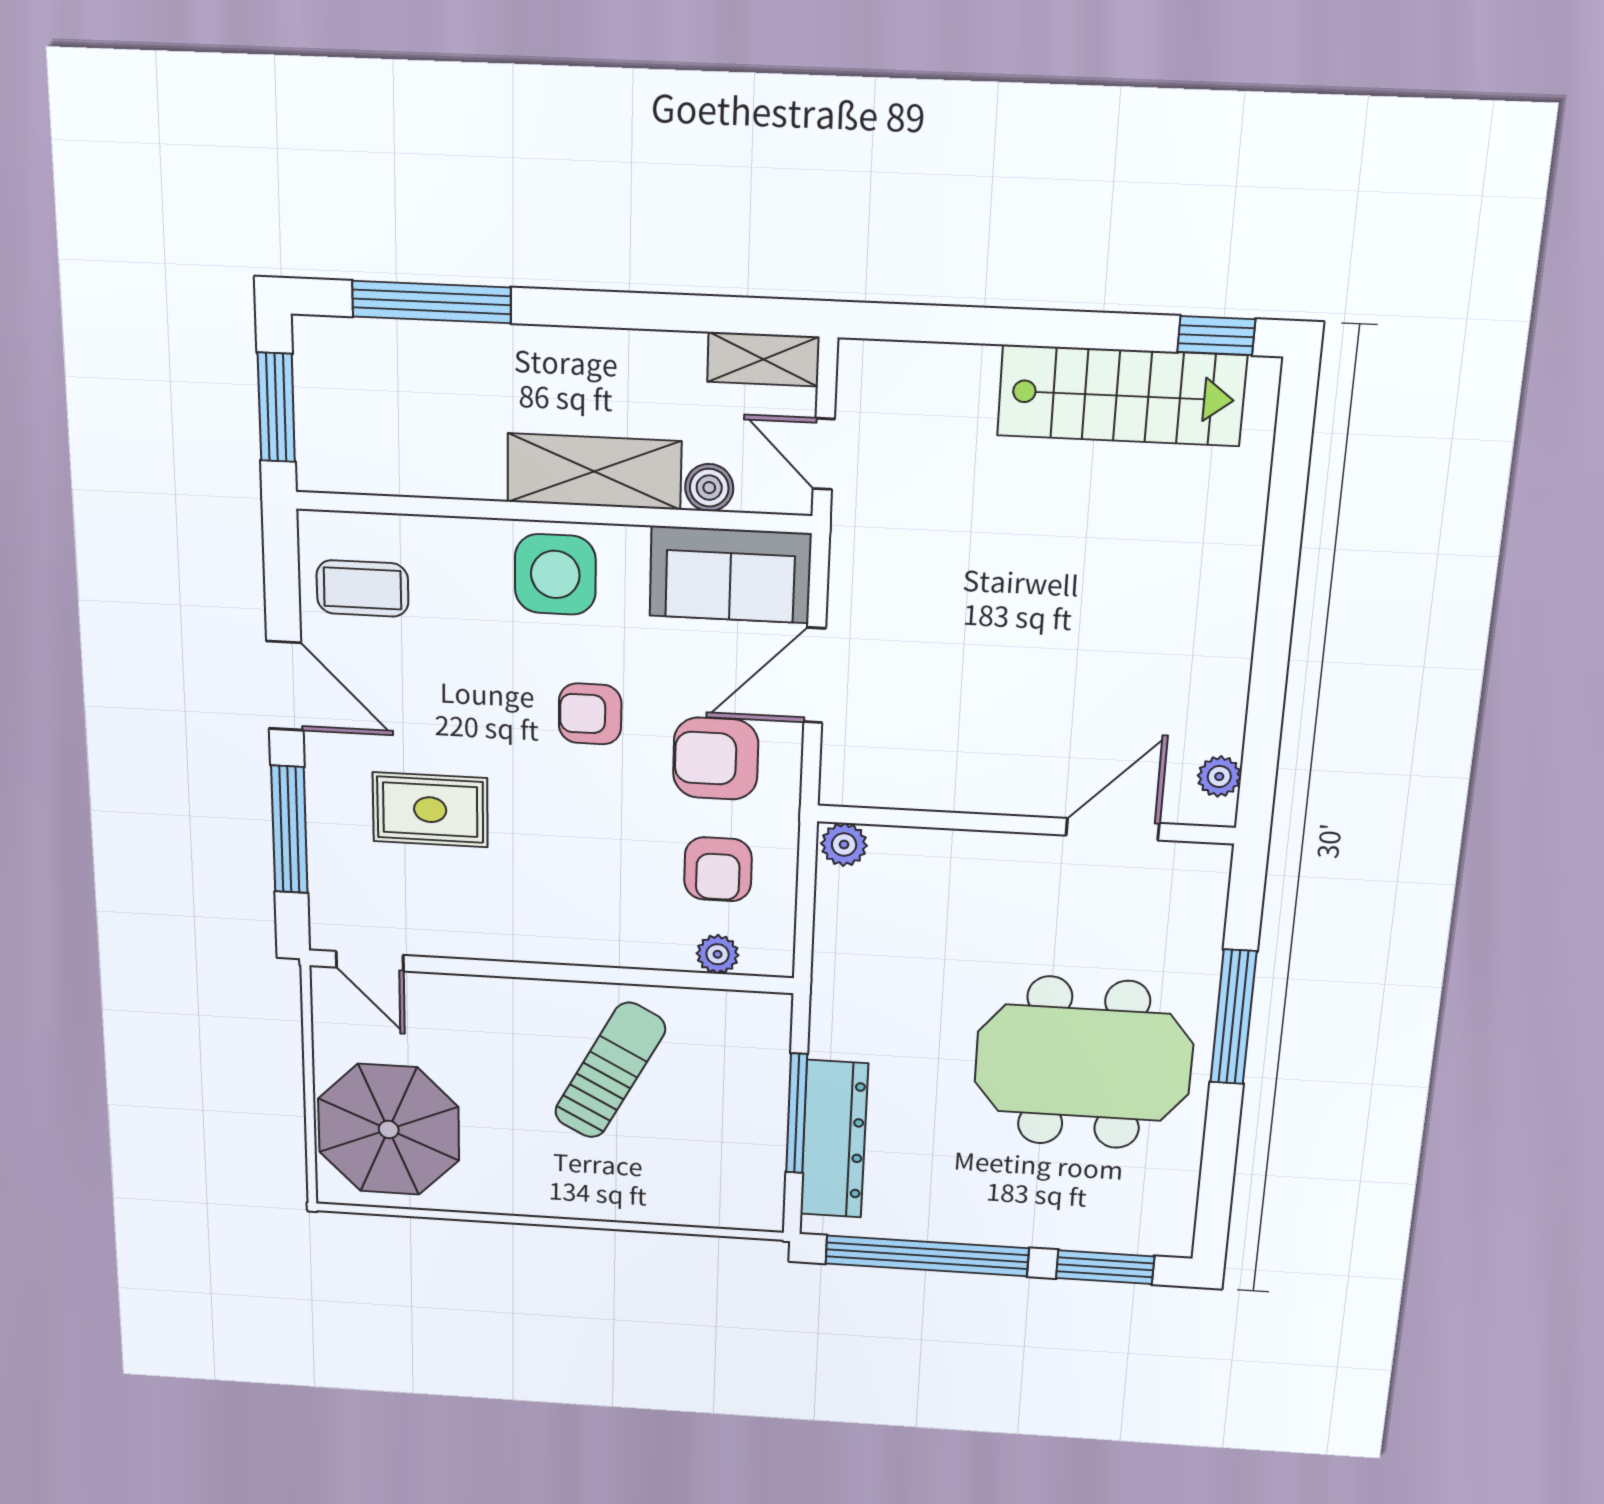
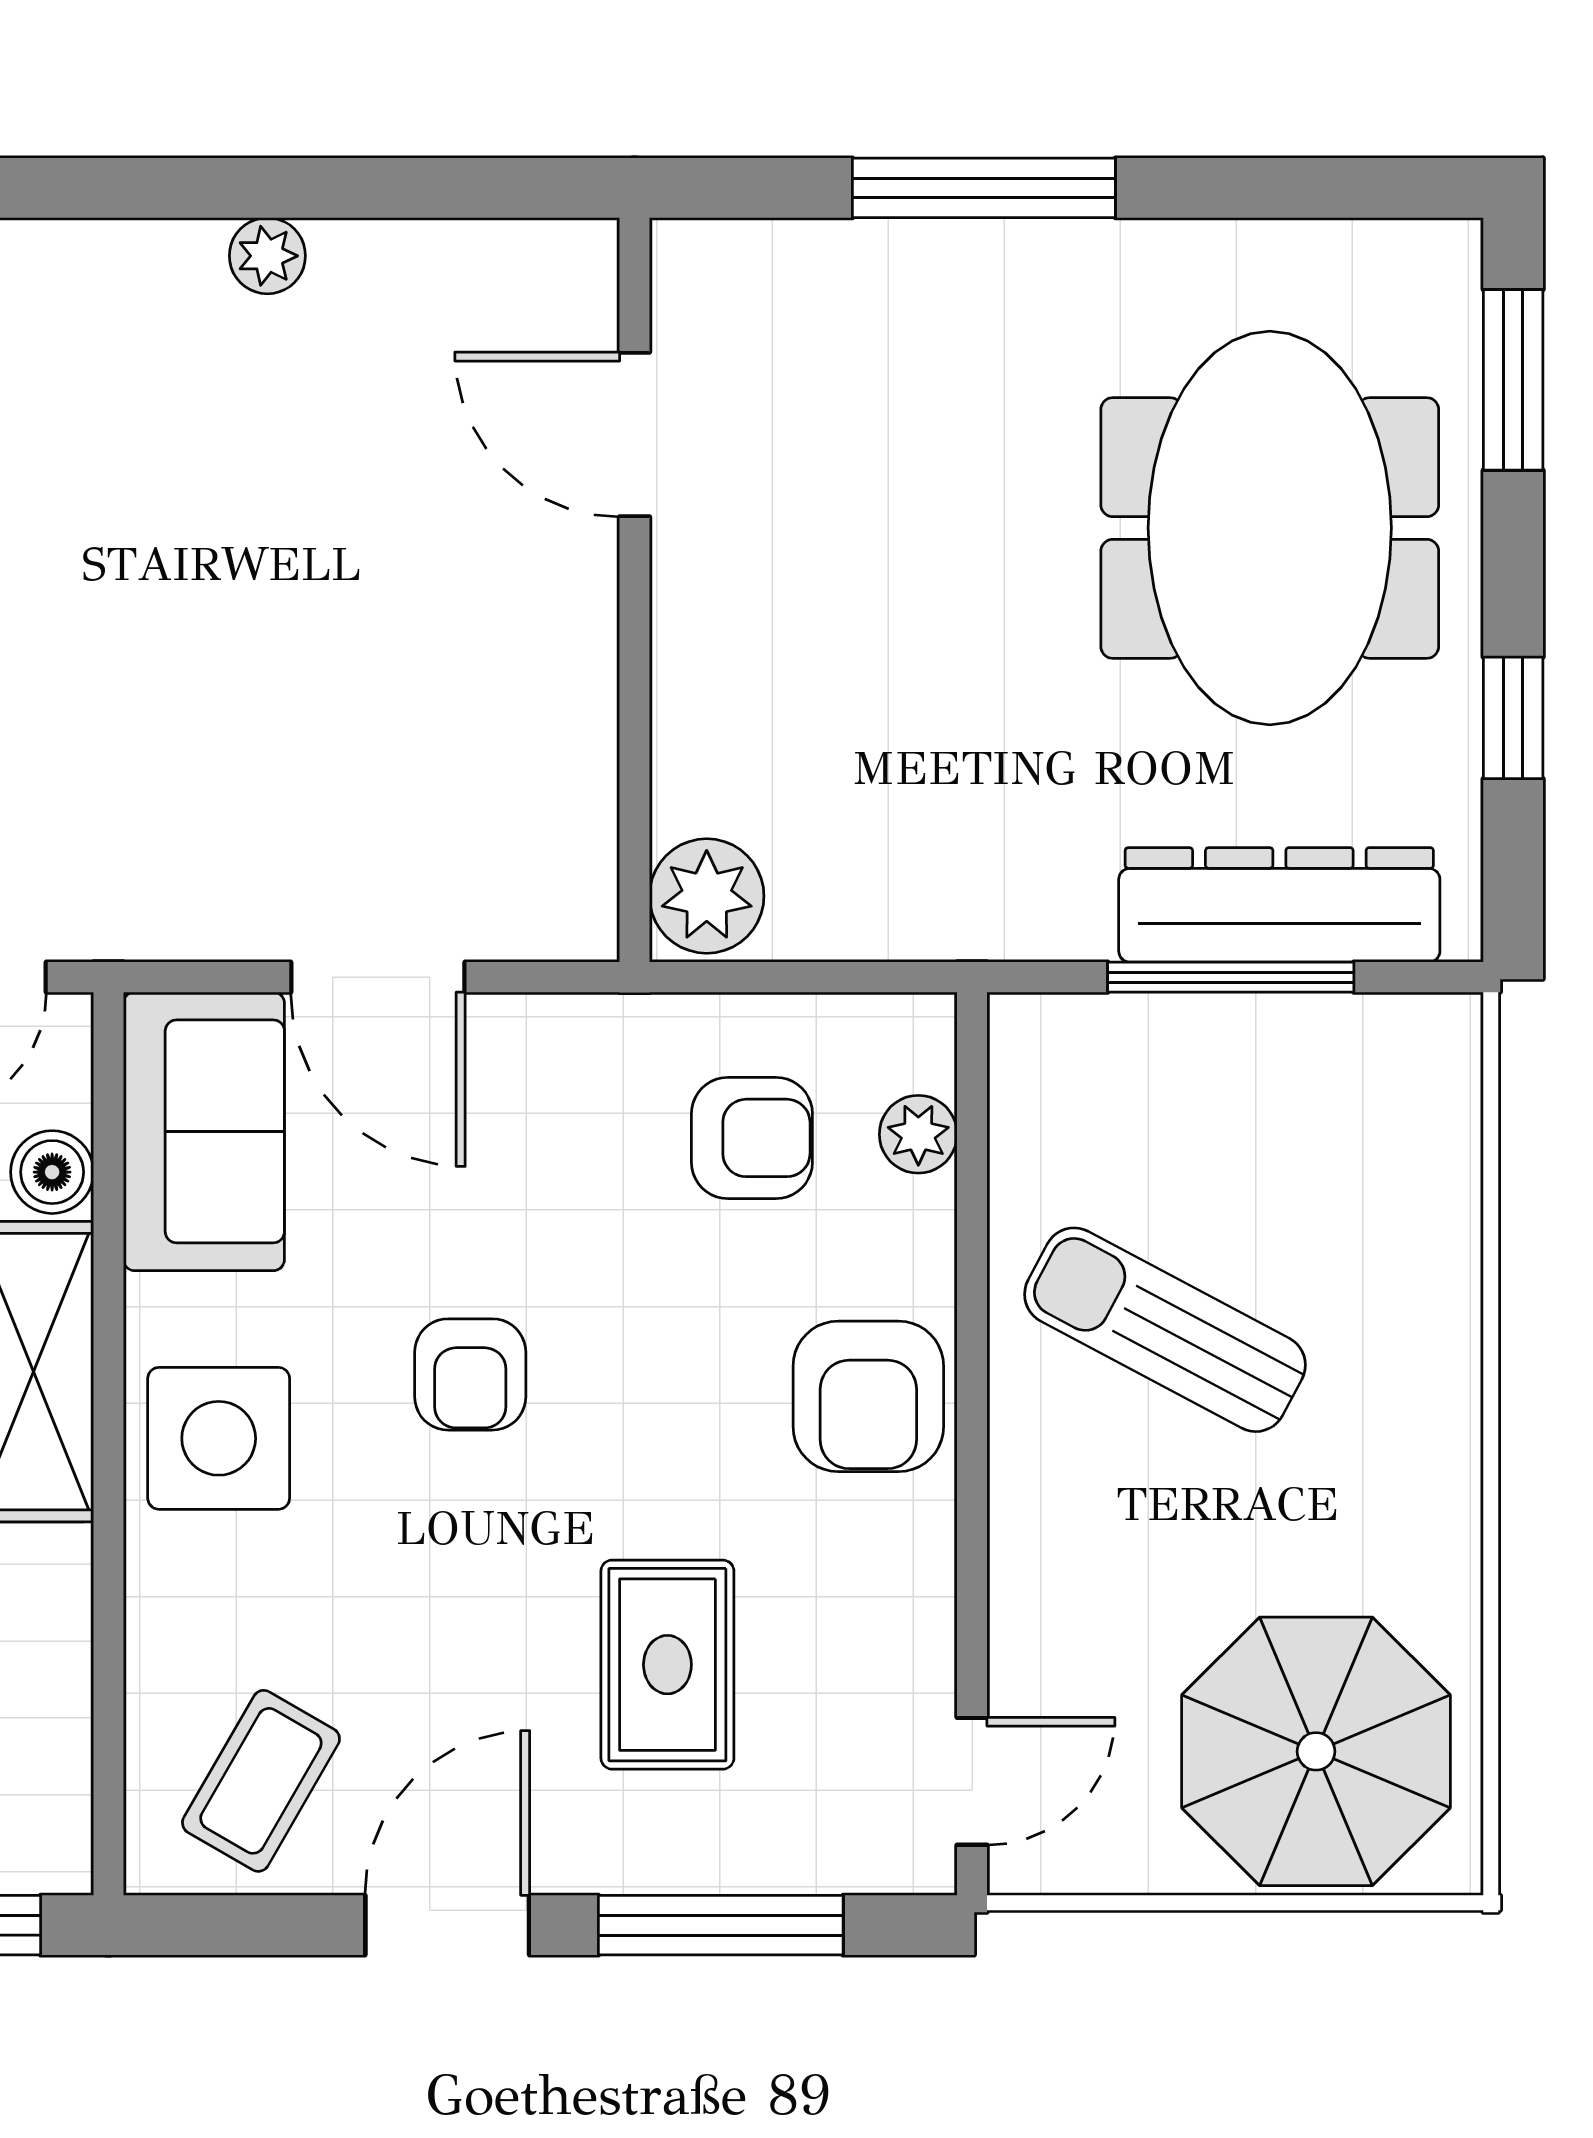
coffee table: (362, 588) -> (261, 1781), turned 30
armchair: (716, 759) -> (868, 1396), moved
plant: (1219, 777) -> (267, 256), moved
plant: (844, 845) -> (707, 896), width x1.38, depth x1.38
meeting table: (1083, 1063) -> (1270, 528), moved
window: (927, 1256) -> (1513, 718), width x0.32

